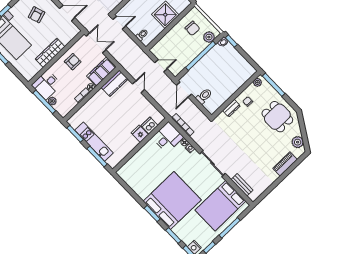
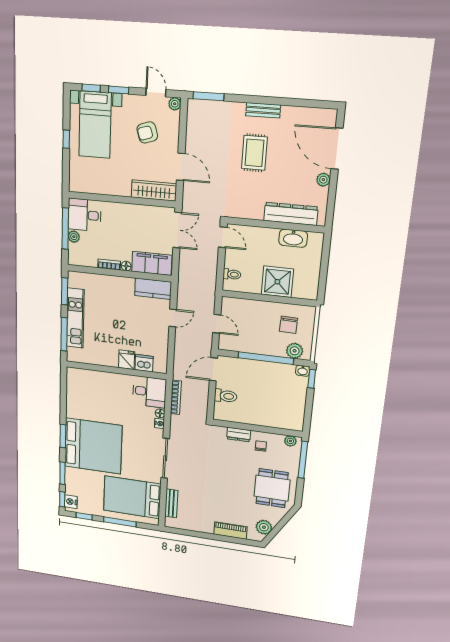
wardrobe: (50, 53) -> (154, 191), moved
armchair: (73, 62) -> (134, 222), removed

